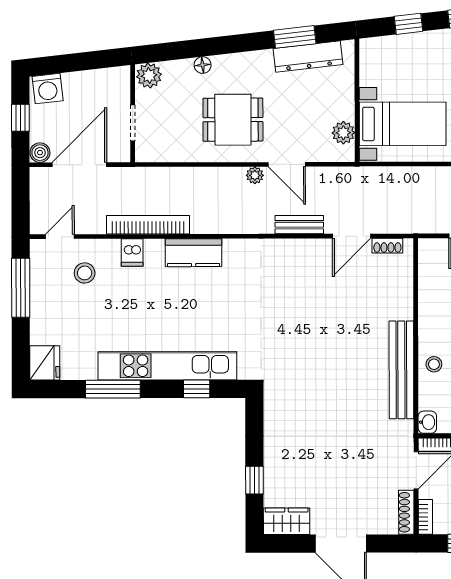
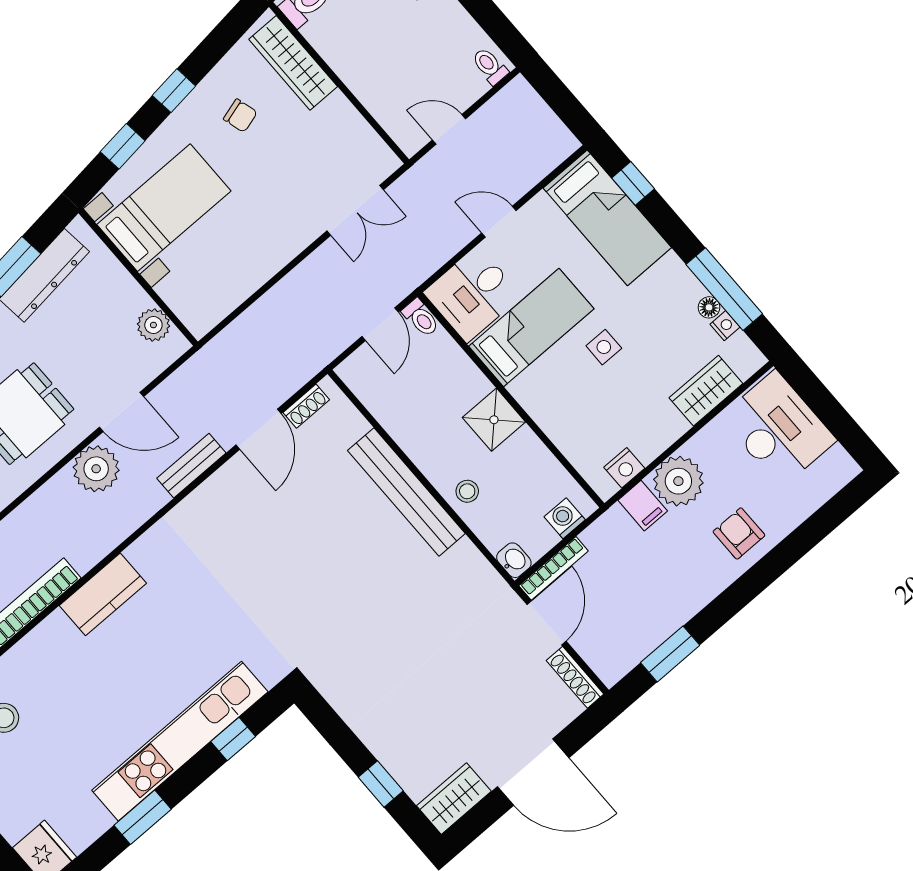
bed with nightstands: (403, 124) -> (164, 208), moved
plant: (255, 175) -> (96, 469), width x1.88, depth x1.88
dishwasher: (132, 253) -> (36, 651), removed
bench: (401, 370) -> (406, 492), moved
window: (113, 389) -> (143, 817), width x0.69
bookcase: (425, 517) -> (600, 665), removed

